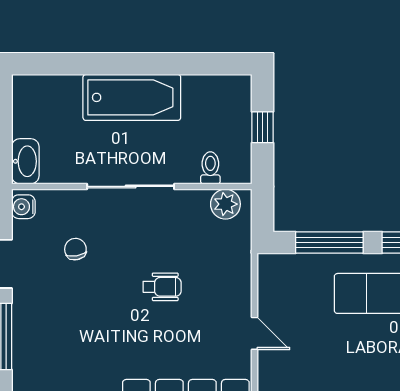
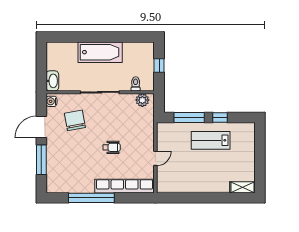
chair: (75, 249) -> (75, 120), width x1.87, depth x1.87
wheelchair: (162, 287) -> (112, 147), moved
door: (254, 333) -> (155, 158), hinge flipped

